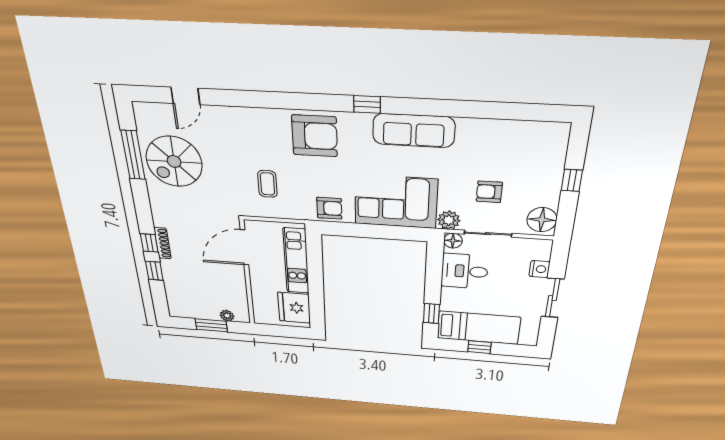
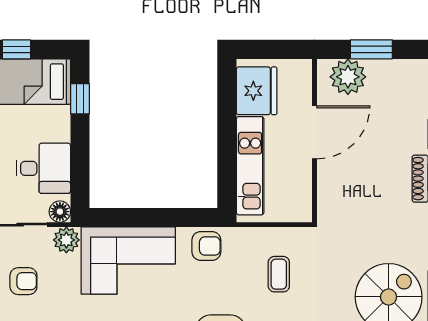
armchair: (329, 208) -> (206, 246), turned 180
door: (244, 247) -> (314, 132), moved
plant: (227, 316) -> (348, 77), width x1.87, depth x1.87

